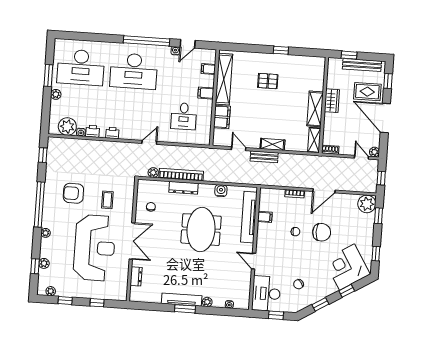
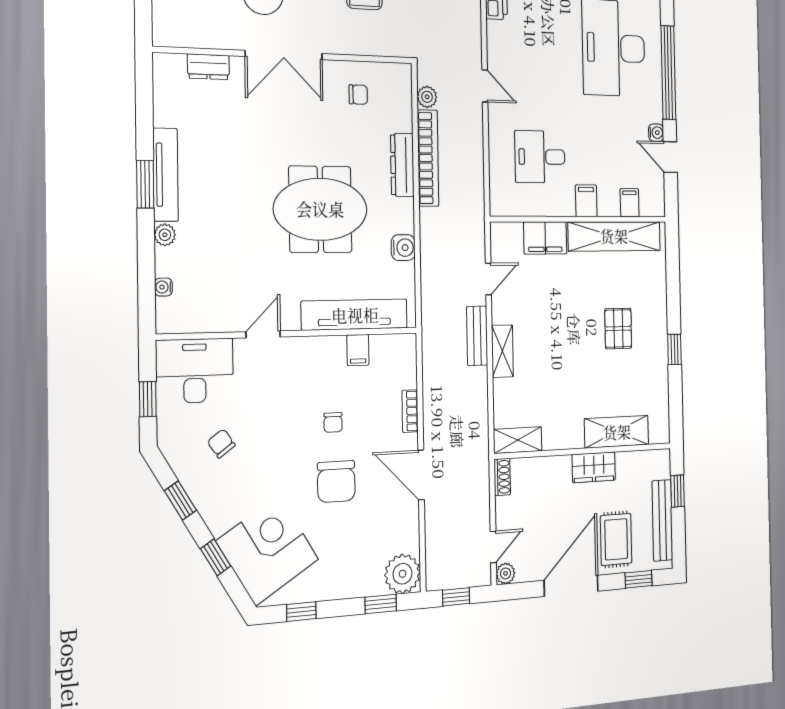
shelving: (315, 109) -> (617, 432), moved

